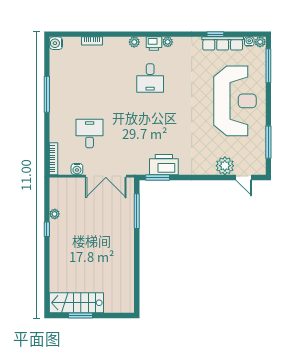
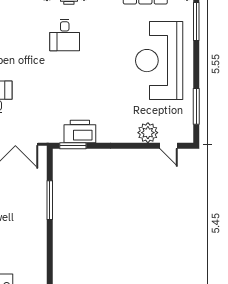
reception desk: (235, 101) -> (159, 61), turned 180
window: (137, 211) -> (50, 200), moved

